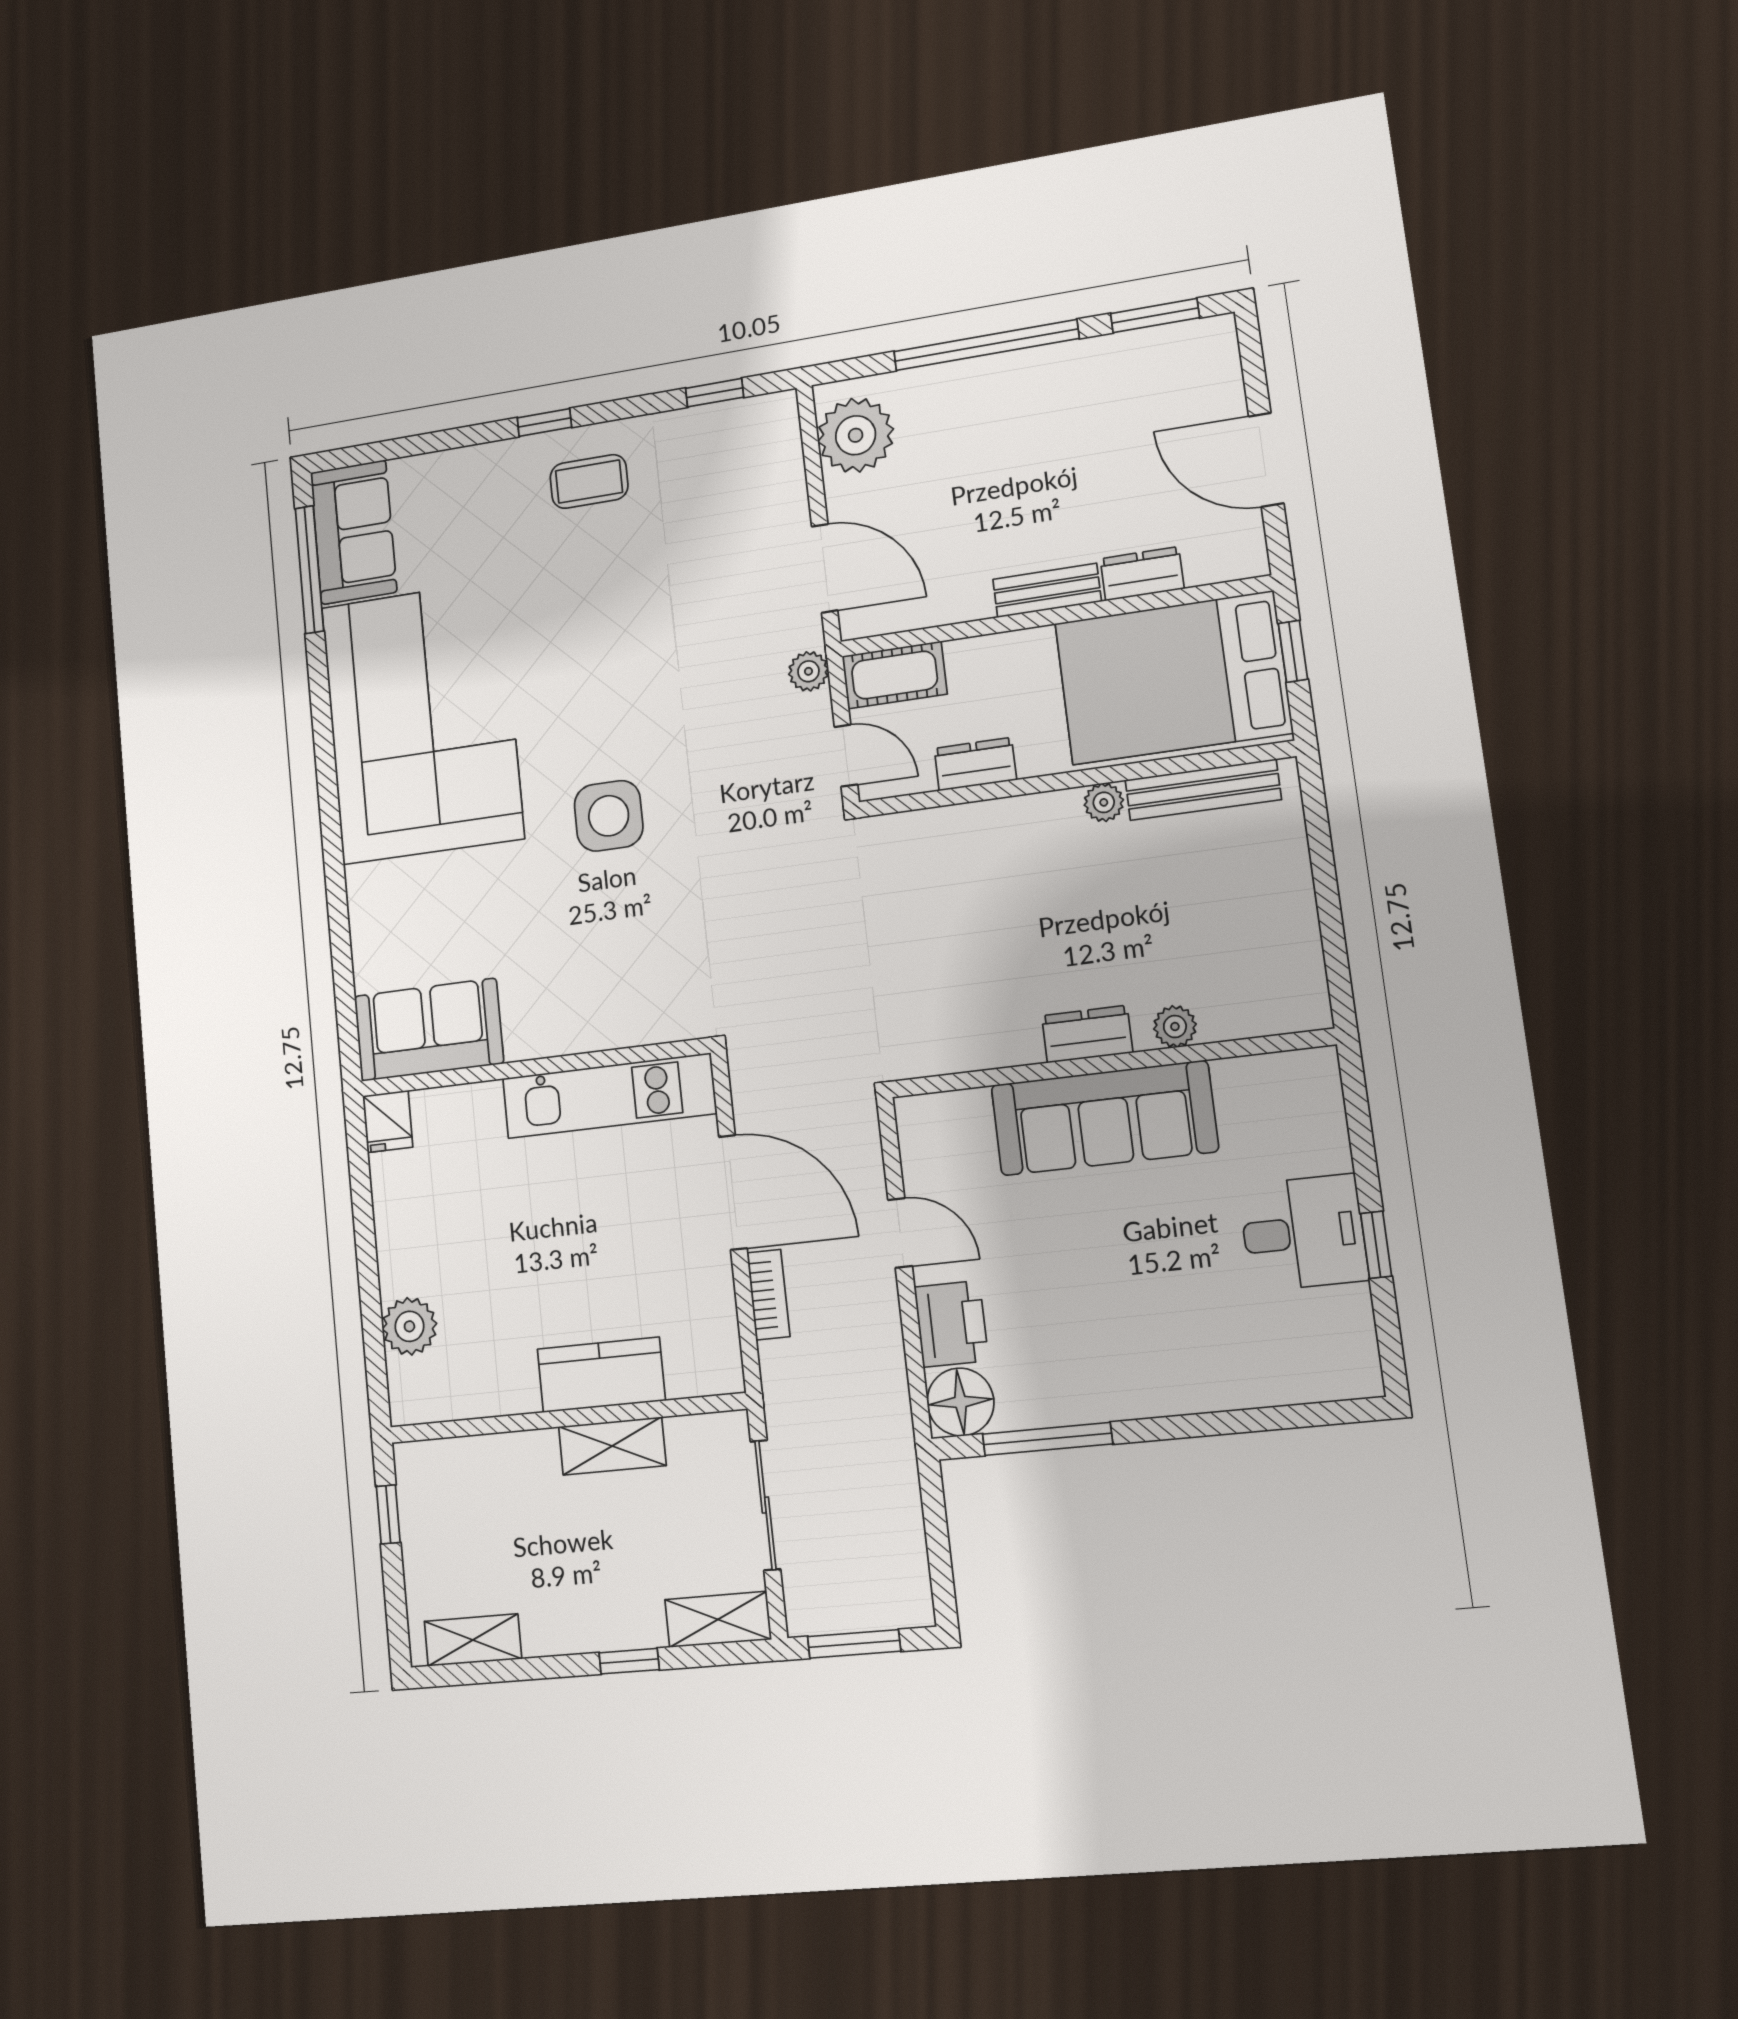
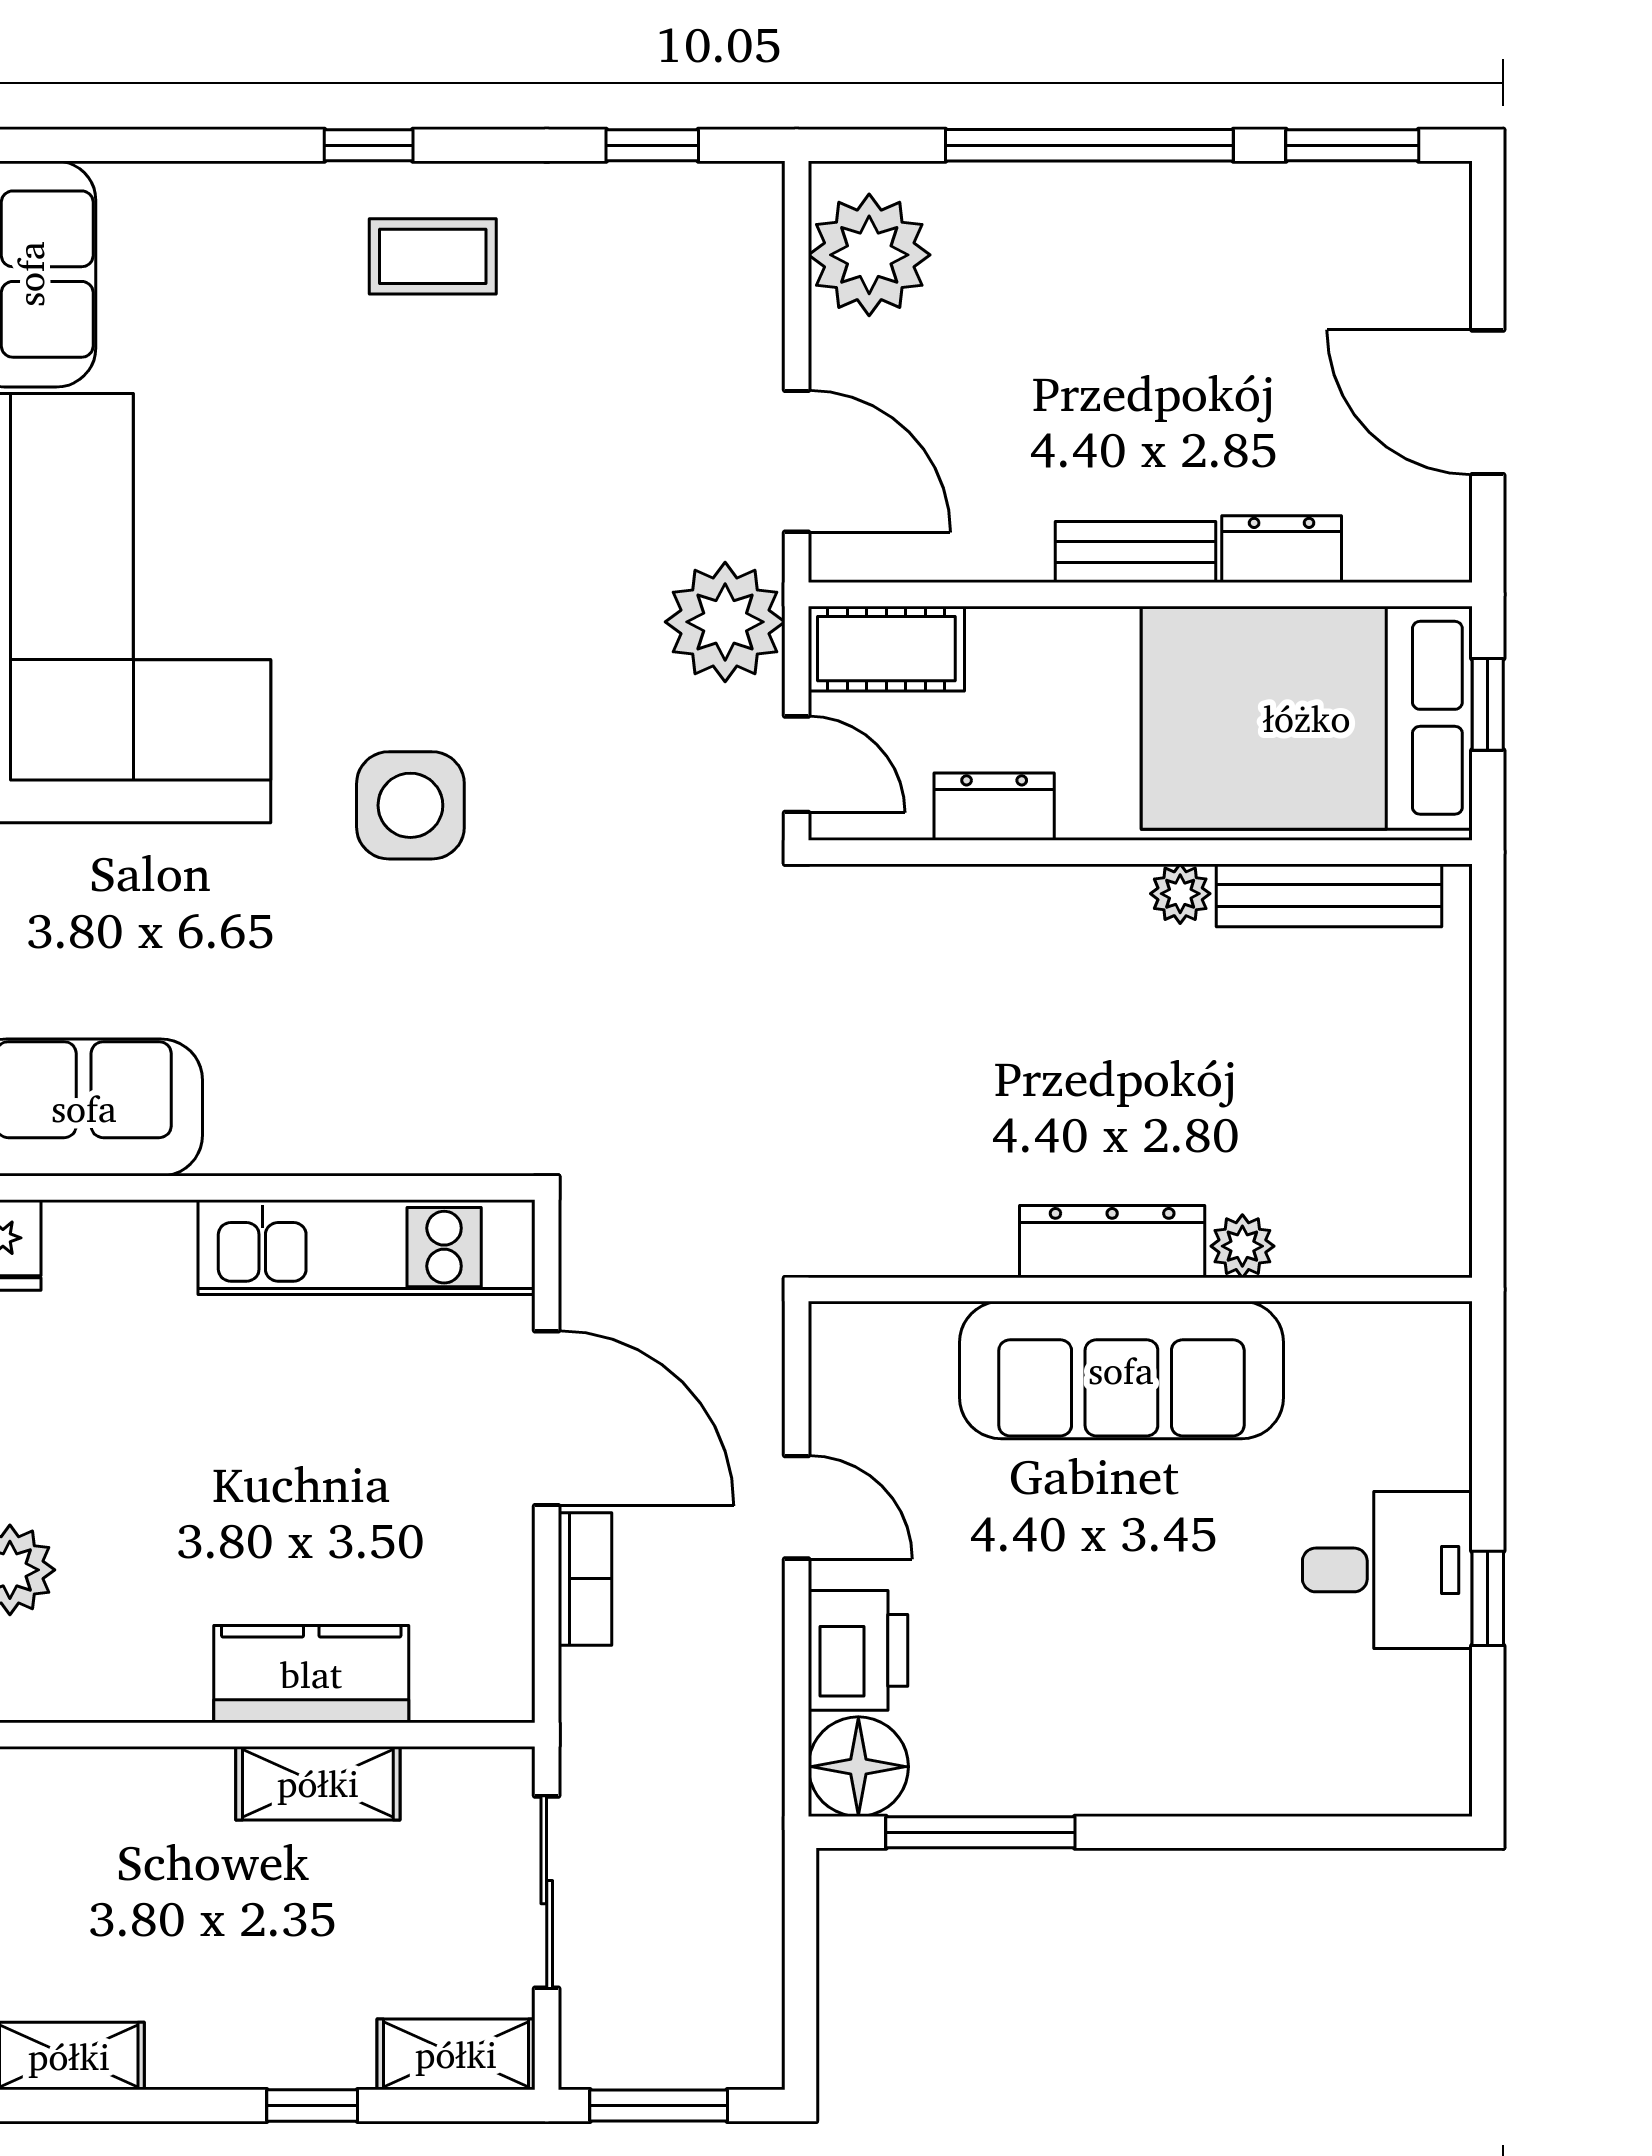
plant: (808, 671) -> (725, 622), width x1.88, depth x1.88
dresser: (1087, 1034) -> (1112, 1242), width x1.44

